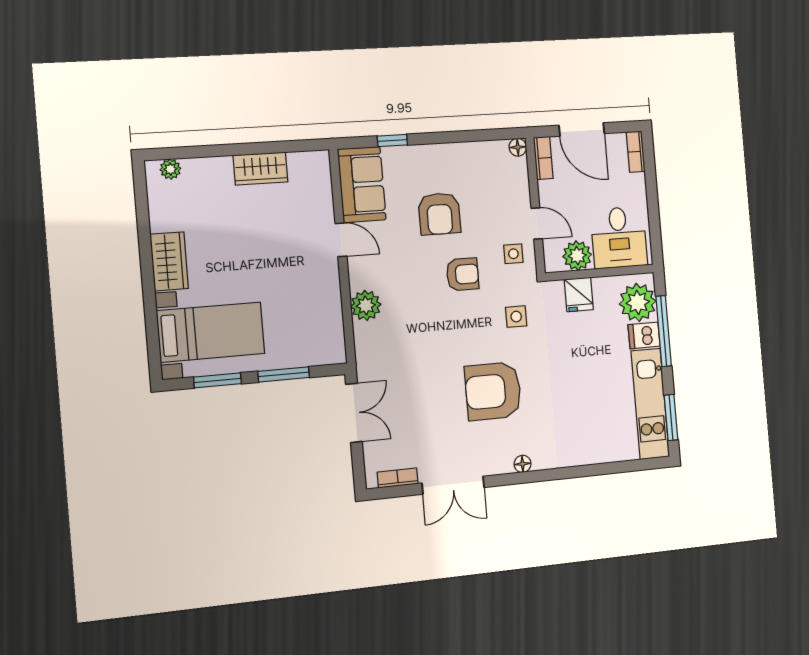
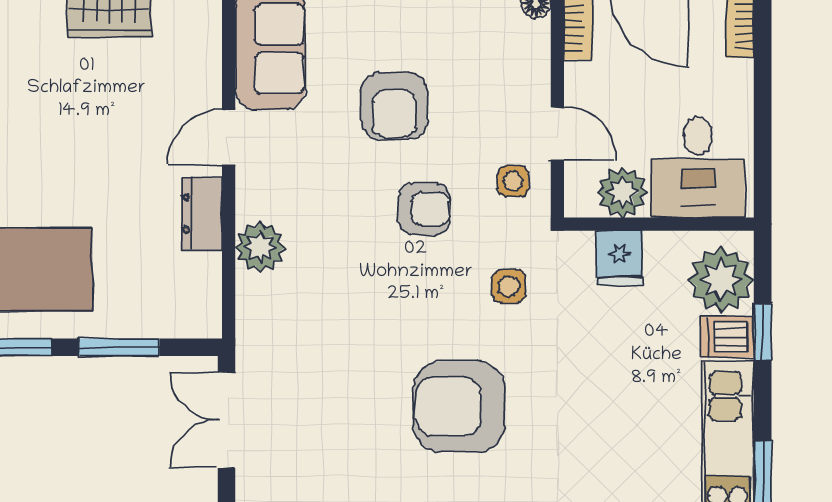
door: (341, 240) -> (229, 137), swing flipped
dresser: (328, 288) -> (202, 214), added
window: (664, 331) -> (763, 332), width x0.46
double door: (354, 413) -> (227, 420), swing flipped

